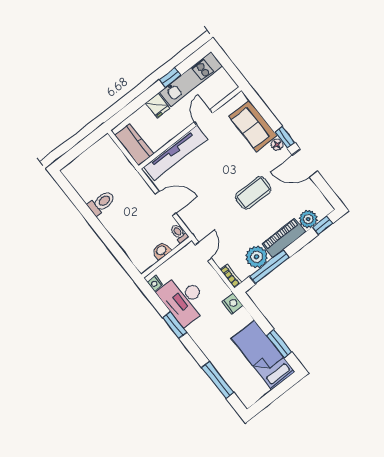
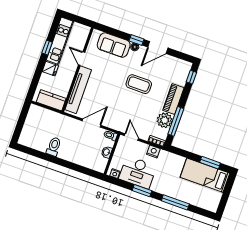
coffee table: (253, 193) -> (139, 84), turned 90
plant: (308, 219) -> (181, 79), removed
nightstand: (232, 304) -> (153, 152), moved
window: (218, 380) -> (175, 202), moved

